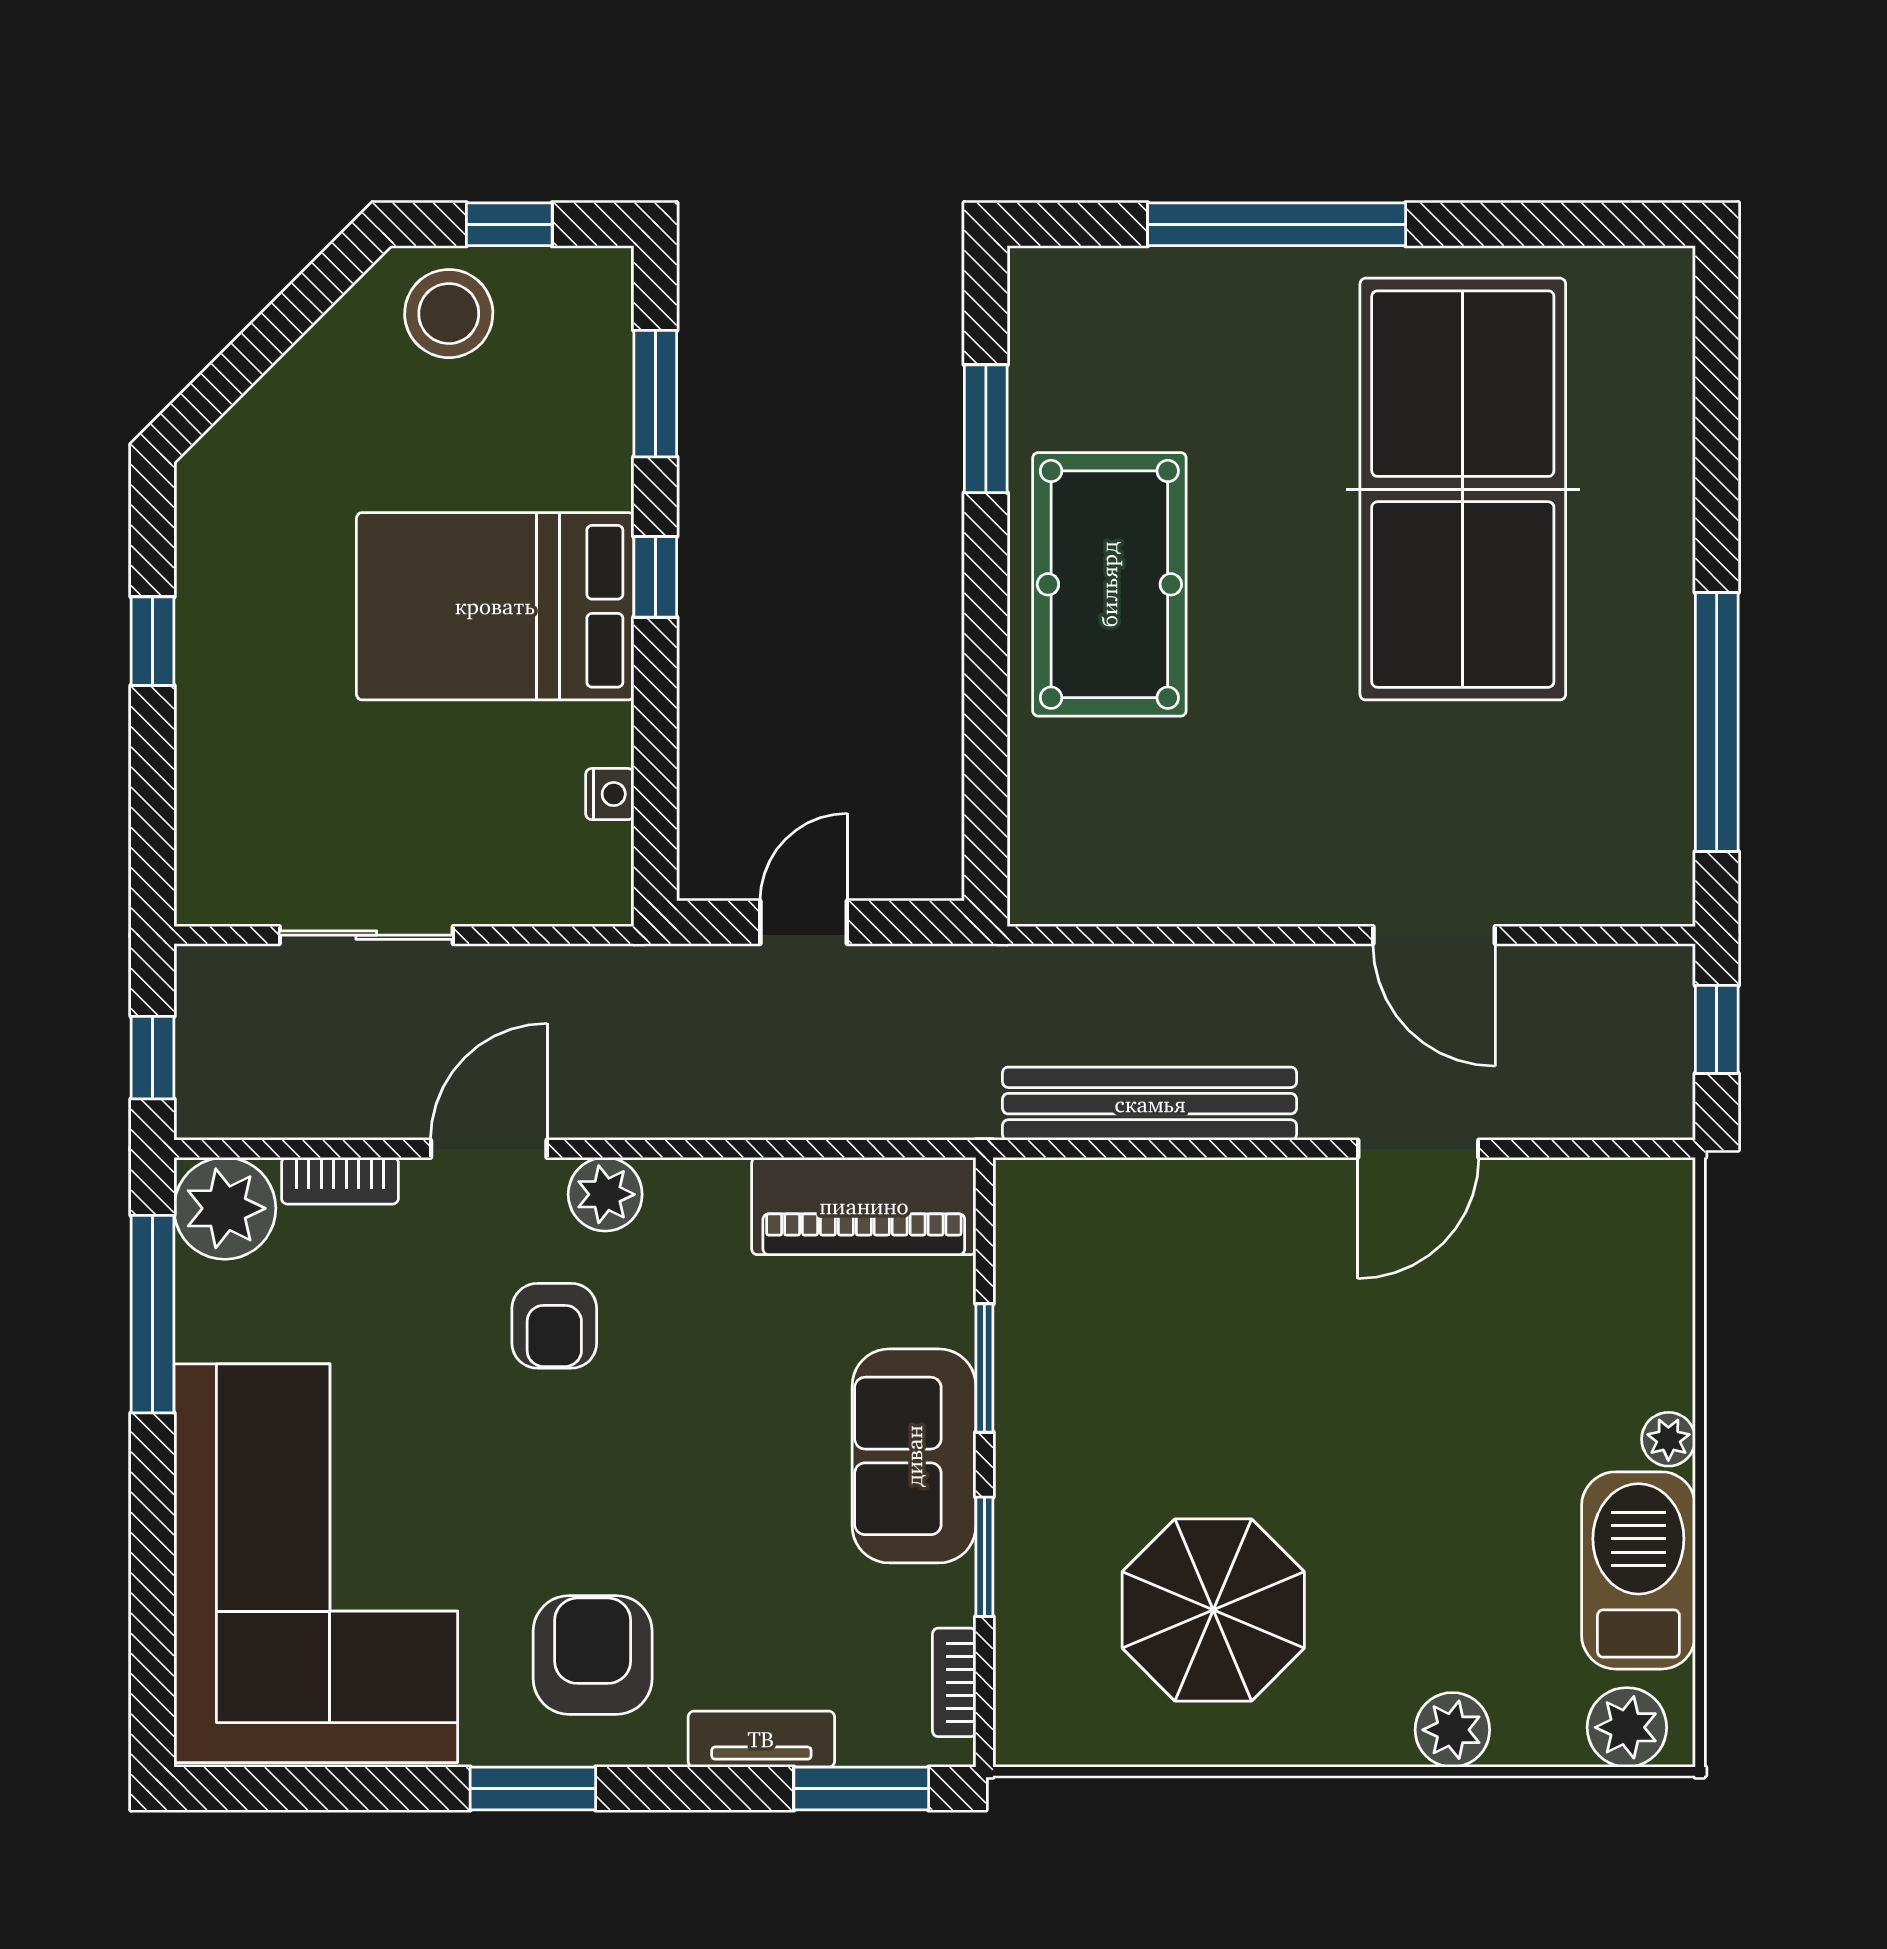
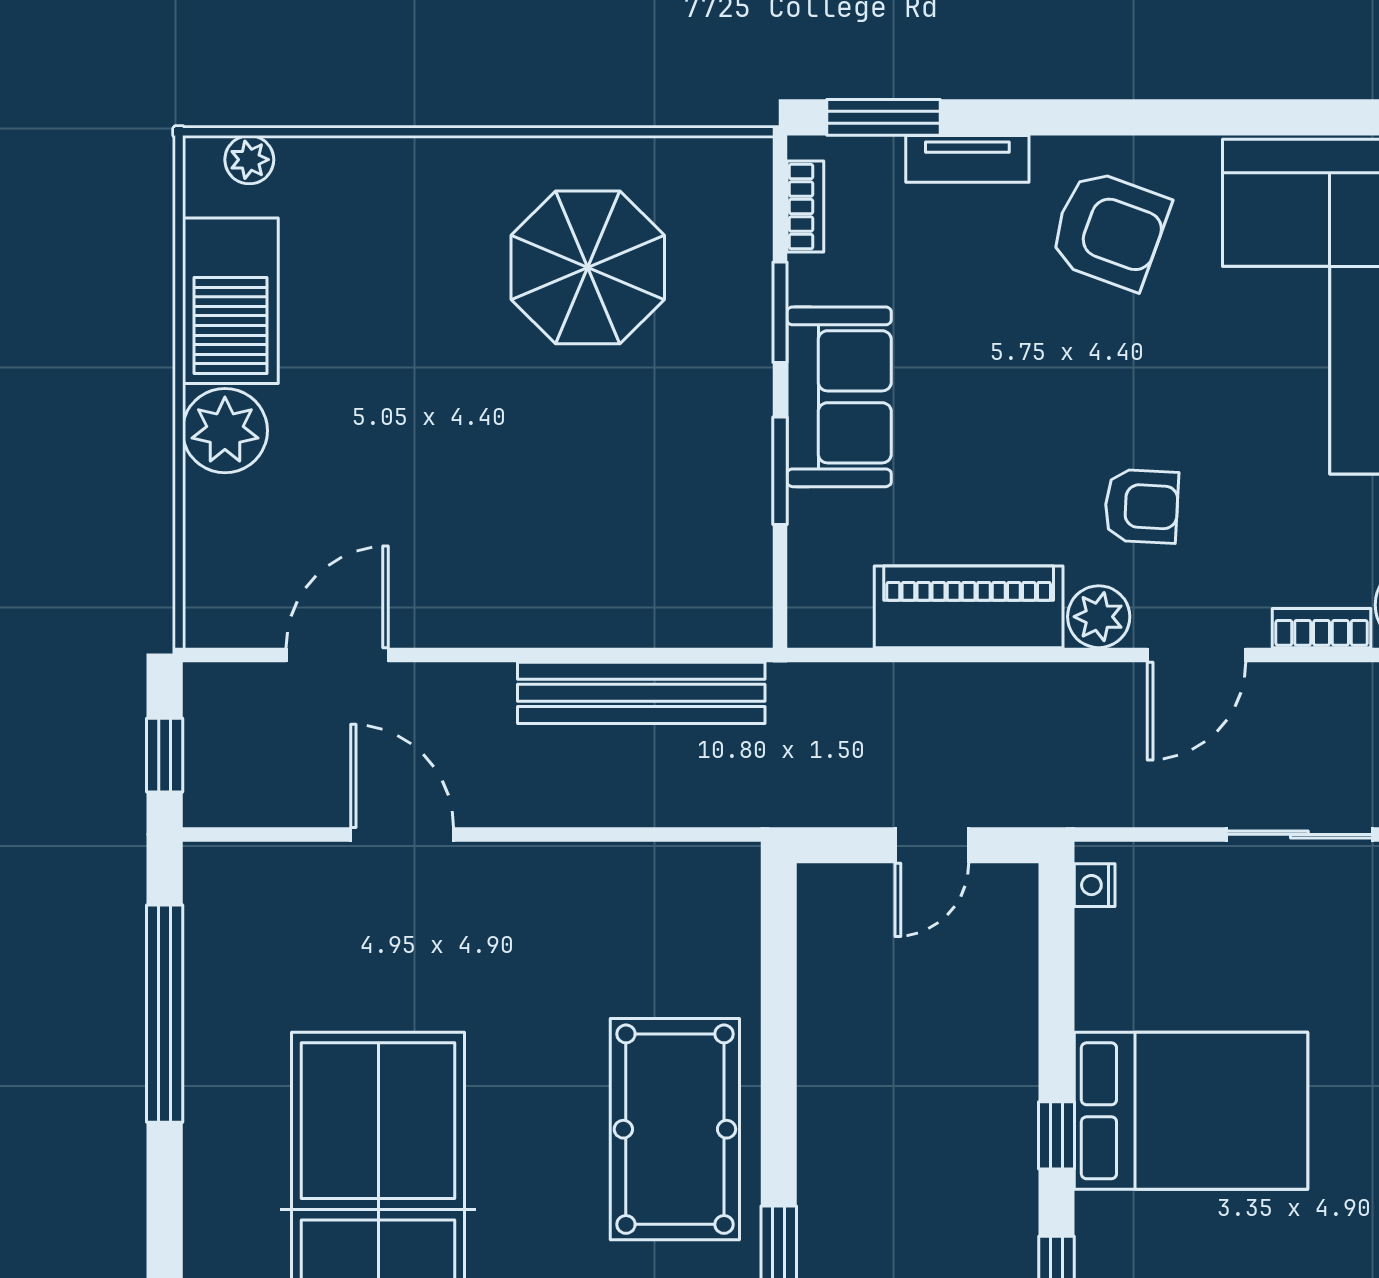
nightstand: (610, 794) -> (1095, 885), moved
door: (1418, 1149) -> (337, 655), moved
piano: (864, 1206) -> (969, 607), moved
armchair: (554, 1326) -> (1141, 506), turned 93
plant: (1668, 1439) -> (225, 431), width x1.87, depth x1.87
armchair: (593, 1655) -> (1109, 230), turned -70
plant: (1627, 1727) -> (249, 160), width x0.73, depth x0.73
plant: (1452, 1730) -> (387, 167), removed
window: (533, 1788) -> (1159, 117), removed

